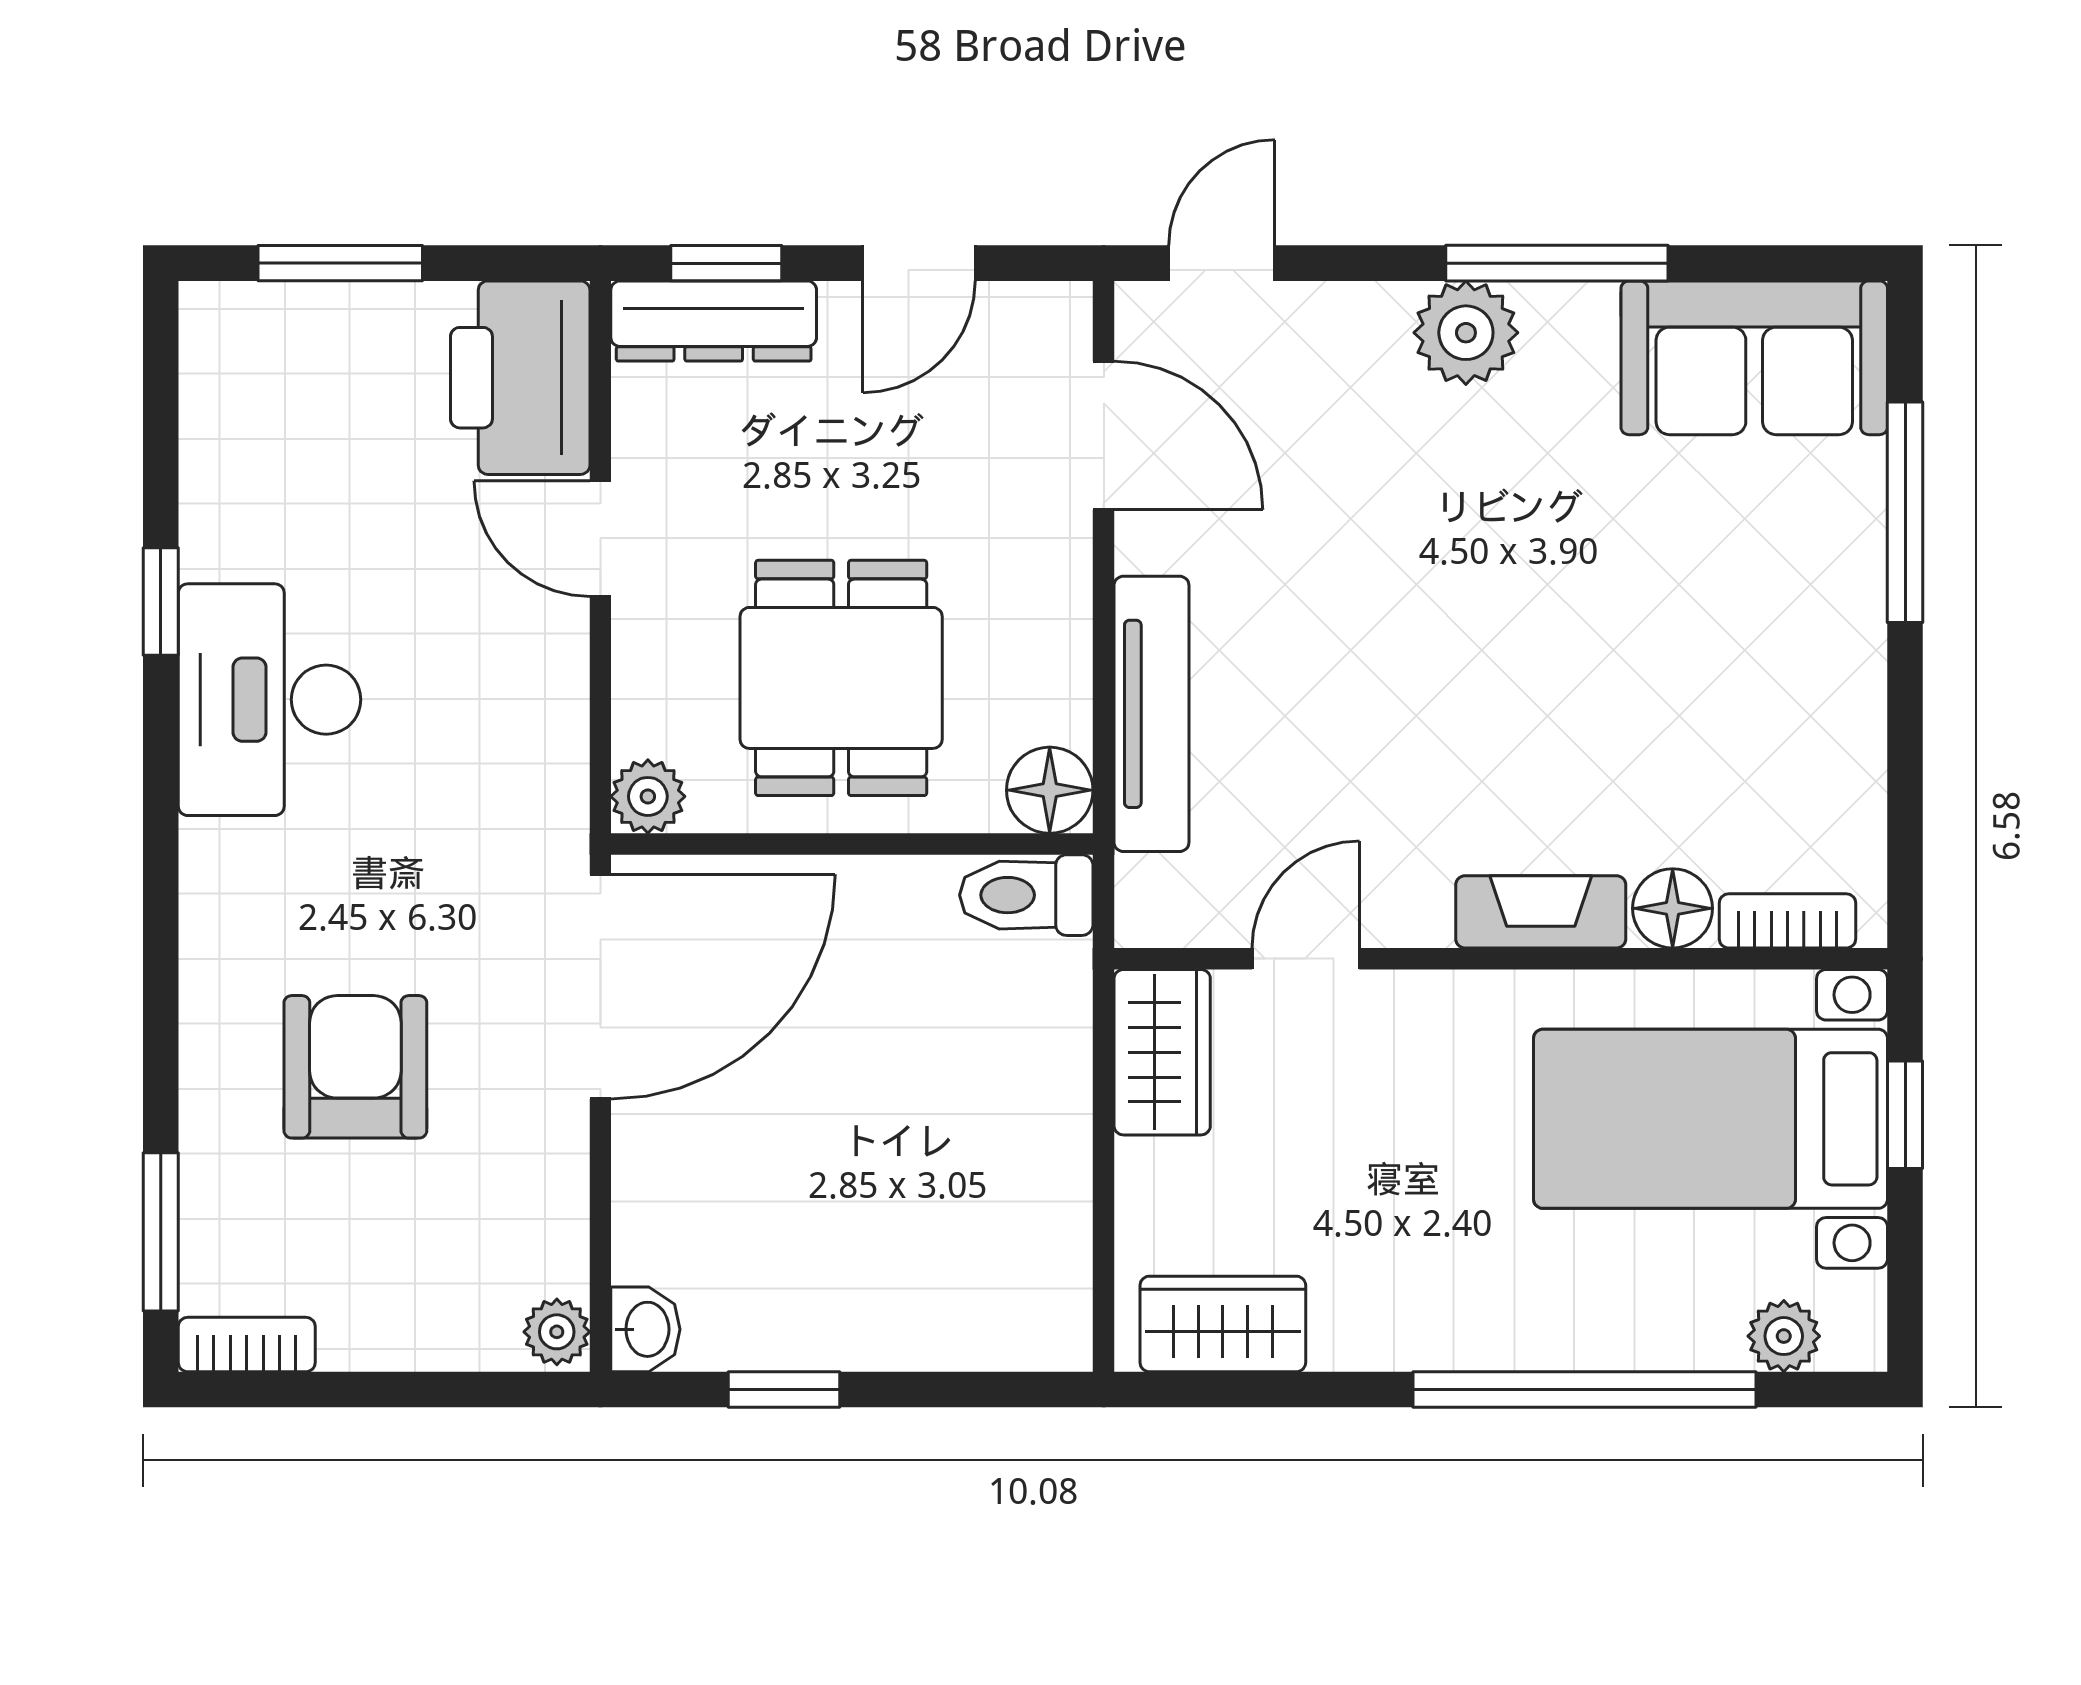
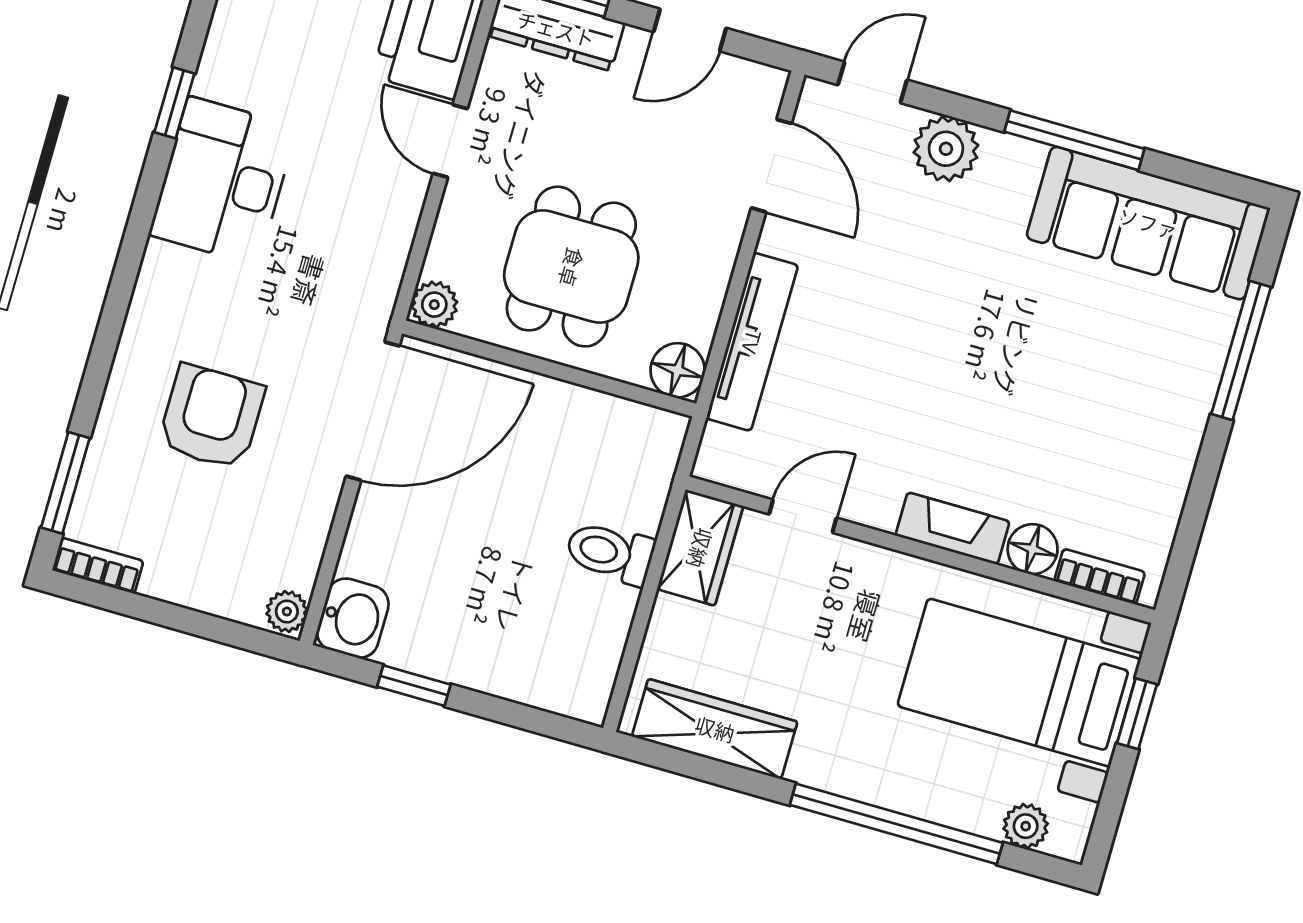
plant: (1466, 333) -> (946, 149), moved
sofa: (1754, 358) -> (1148, 223), width x1.36
toilet: (1026, 895) -> (610, 553), moved
wardrobe: (1223, 1324) -> (715, 729), width x1.50
washbasin: (645, 1329) -> (353, 618), width x1.38, depth x1.45

